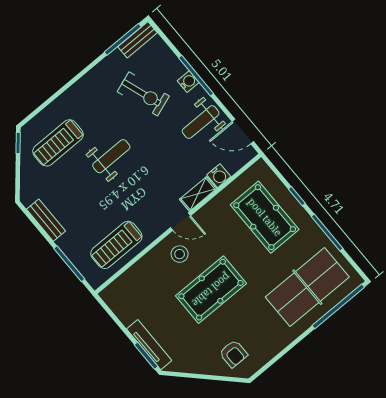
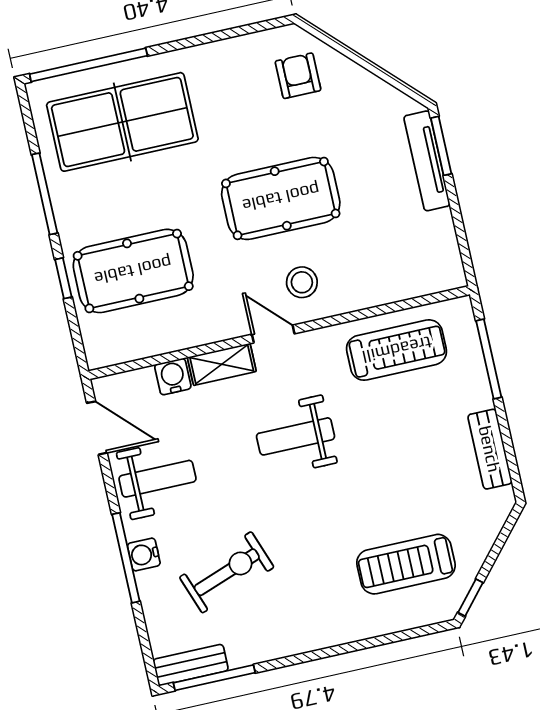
exercise bike: (143, 94) -> (227, 572), turned 89
treadmill: (58, 143) -> (406, 564), turned 180
weight bench: (111, 156) -> (296, 436), moved
pool table: (265, 217) -> (133, 271), turned 90

